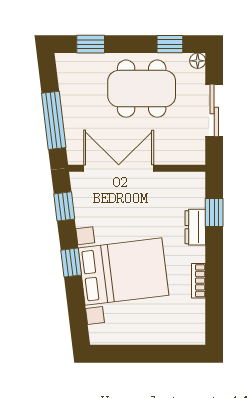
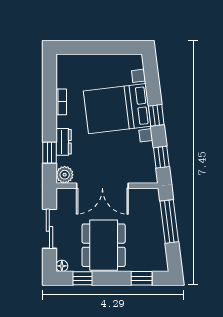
dining table: (142, 89) -> (104, 245), turned 90
double door: (119, 168) -> (102, 186), moved
plant: (194, 183) -> (65, 175), added

